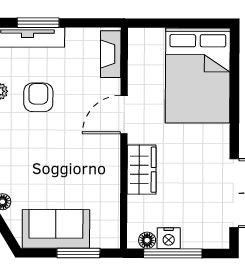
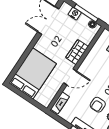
nightstand: (169, 238) -> (75, 14), moved

